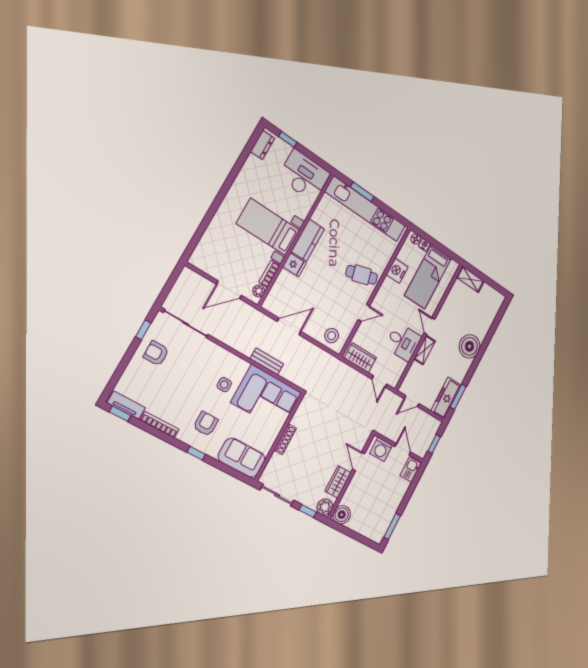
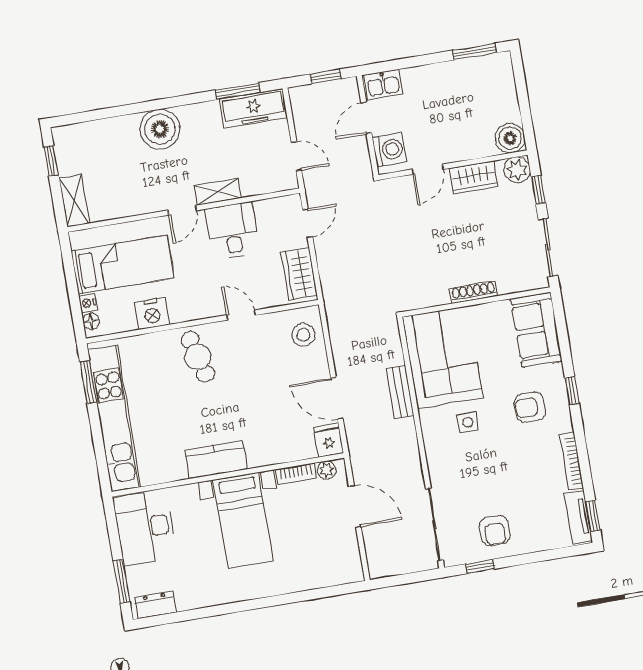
window: (288, 139) -> (122, 581), width x1.50
window: (362, 192) -> (88, 382), moved
fridge: (294, 265) -> (329, 440), moved
window: (493, 284) -> (51, 161), added

